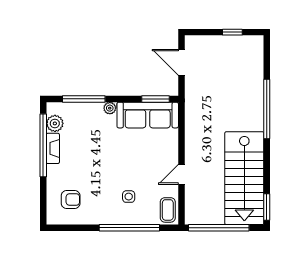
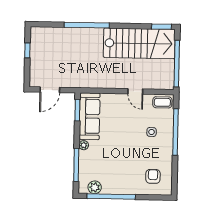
fireplace: (53, 148) -> (114, 189), removed

